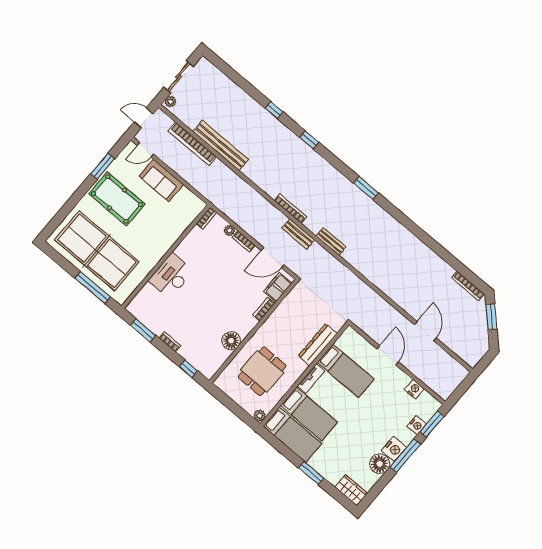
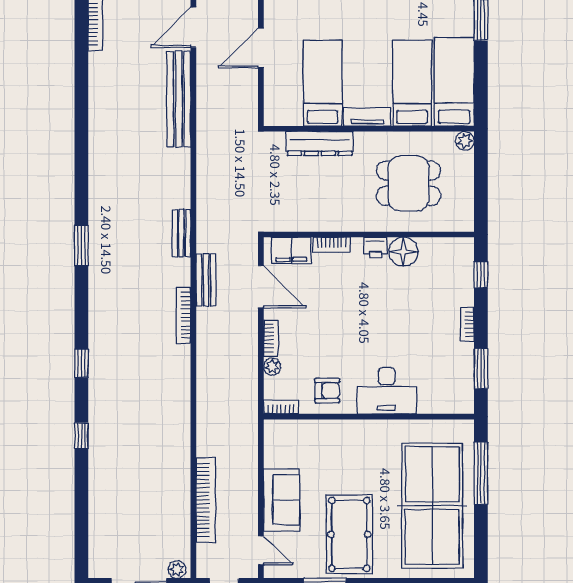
bench: (221, 146) -> (179, 99), moved
armchair: (195, 247) -> (327, 391), added
printer: (245, 329) -> (375, 248), added

